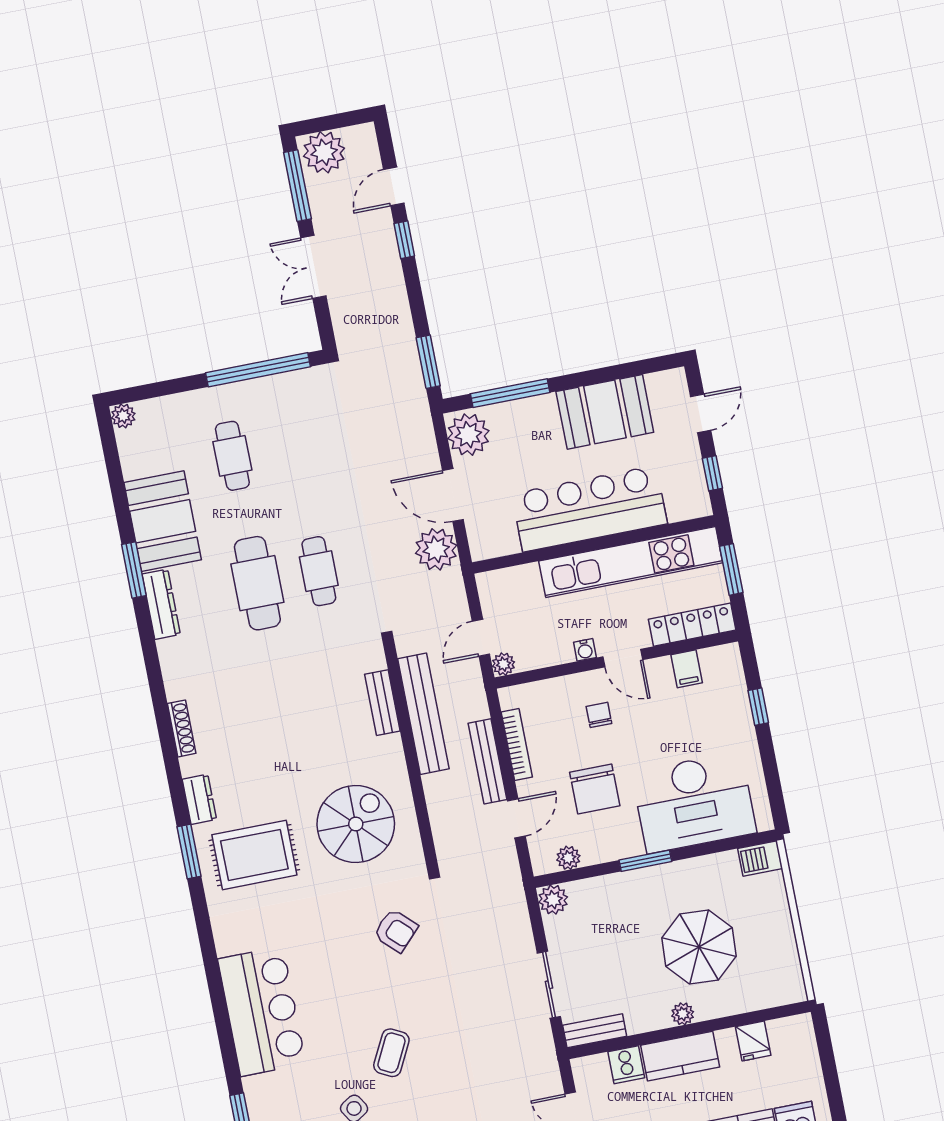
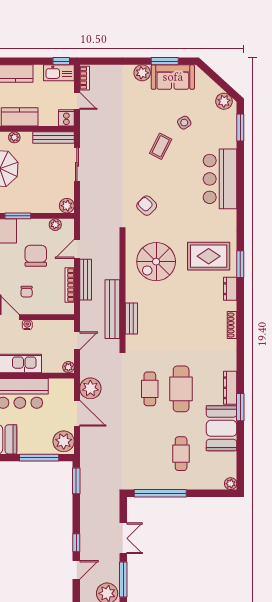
plant: (503, 664) -> (68, 367), moved
bench: (595, 1031) -> (53, 137), width x1.36
cooker: (626, 1065) -> (66, 118), moved

